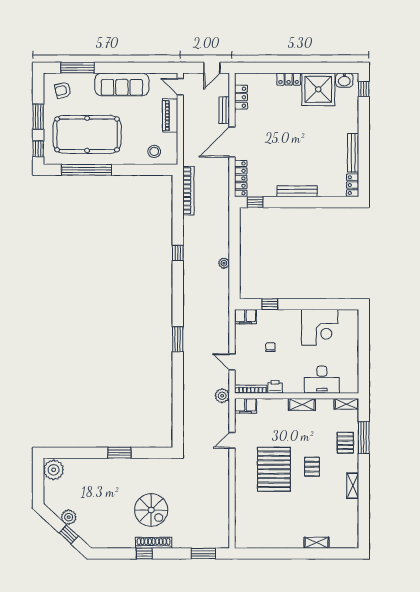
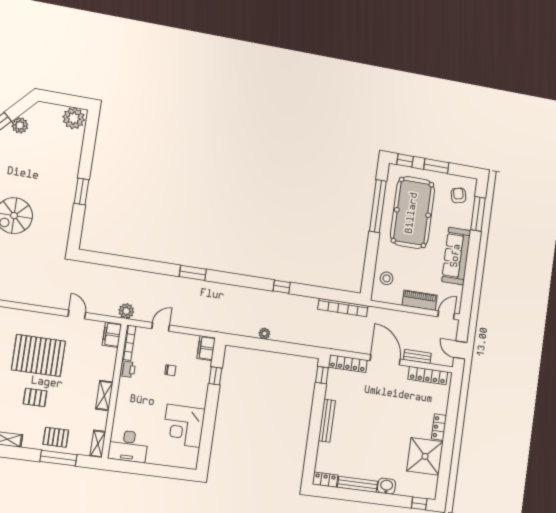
washbasin: (344, 80) -> (386, 486), moved, turned 90
locker: (241, 97) -> (428, 376), width x1.53
desk: (322, 380) -> (128, 446), moved, turned -90

